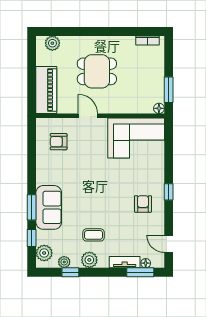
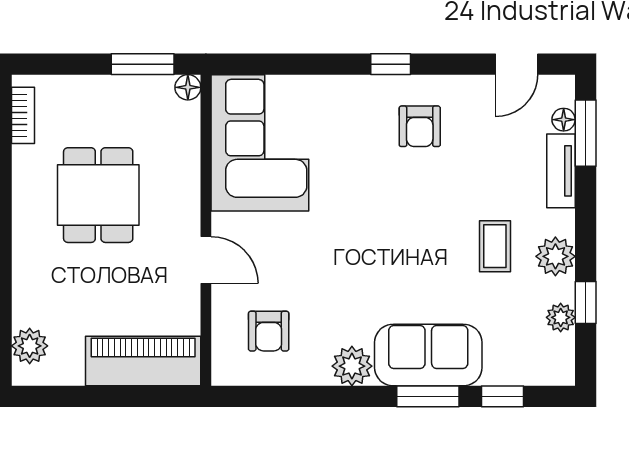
dining table: (97, 71) -> (98, 195), moved
door: (88, 116) -> (206, 260), swing flipped
armchair: (143, 204) -> (420, 126), turned -90
plant: (44, 253) -> (352, 366), moved

